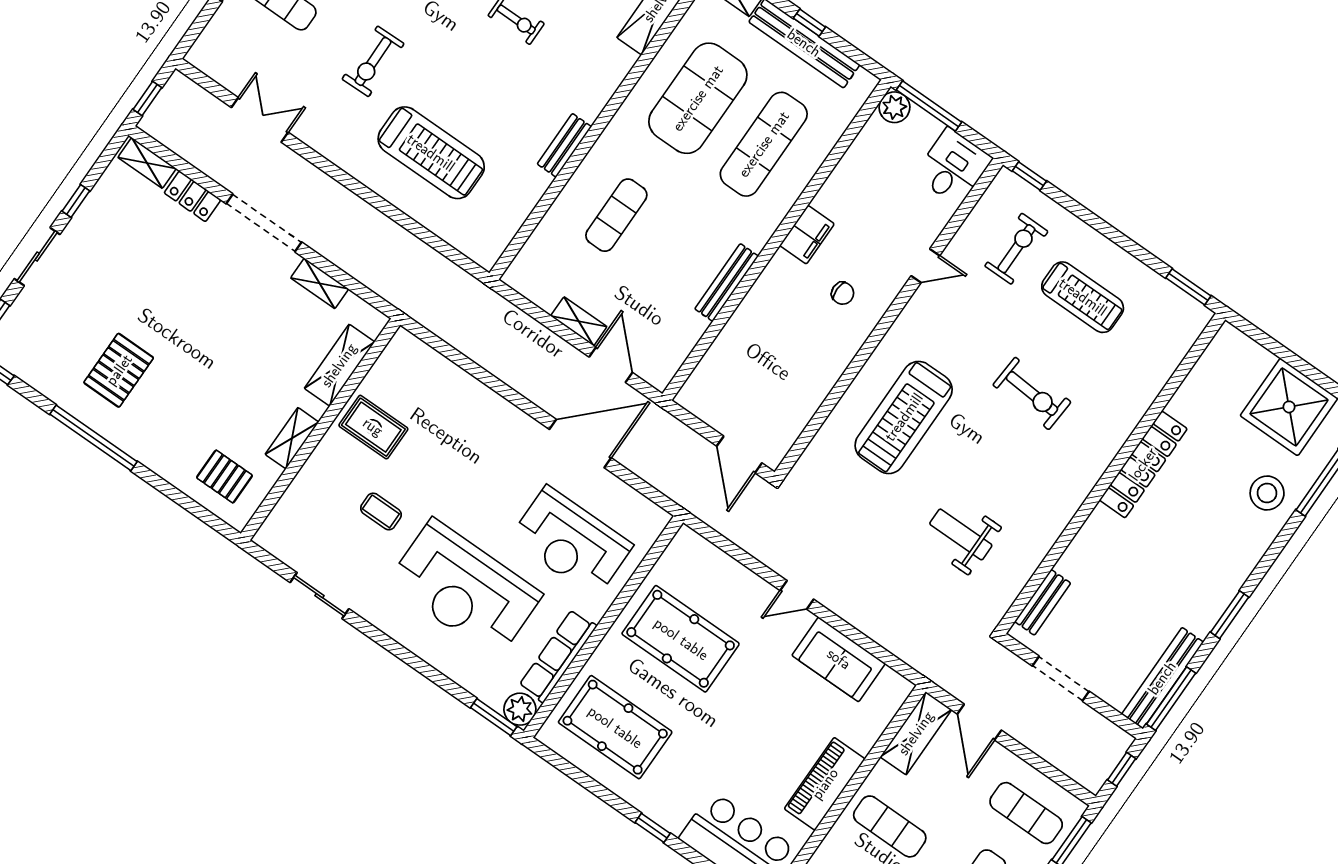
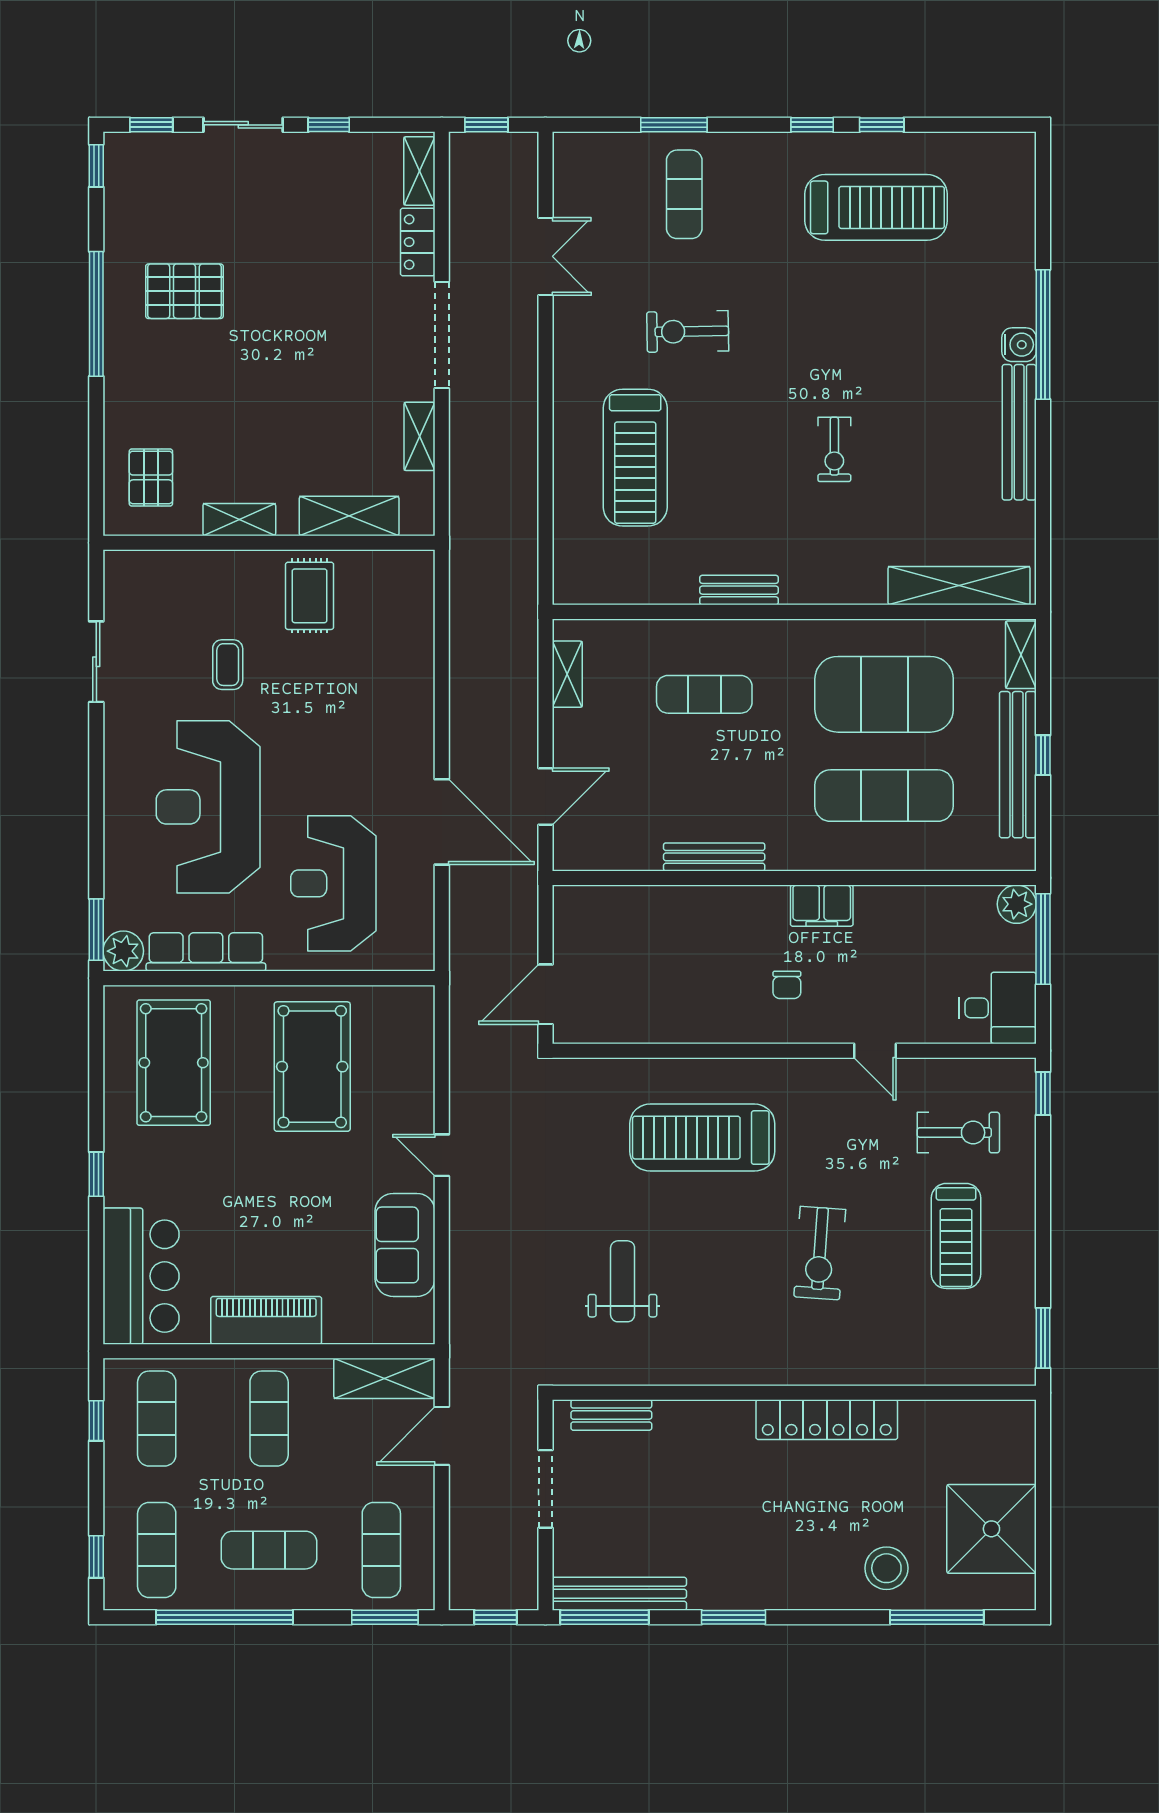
shelving: (579, 321) -> (567, 674), moved

